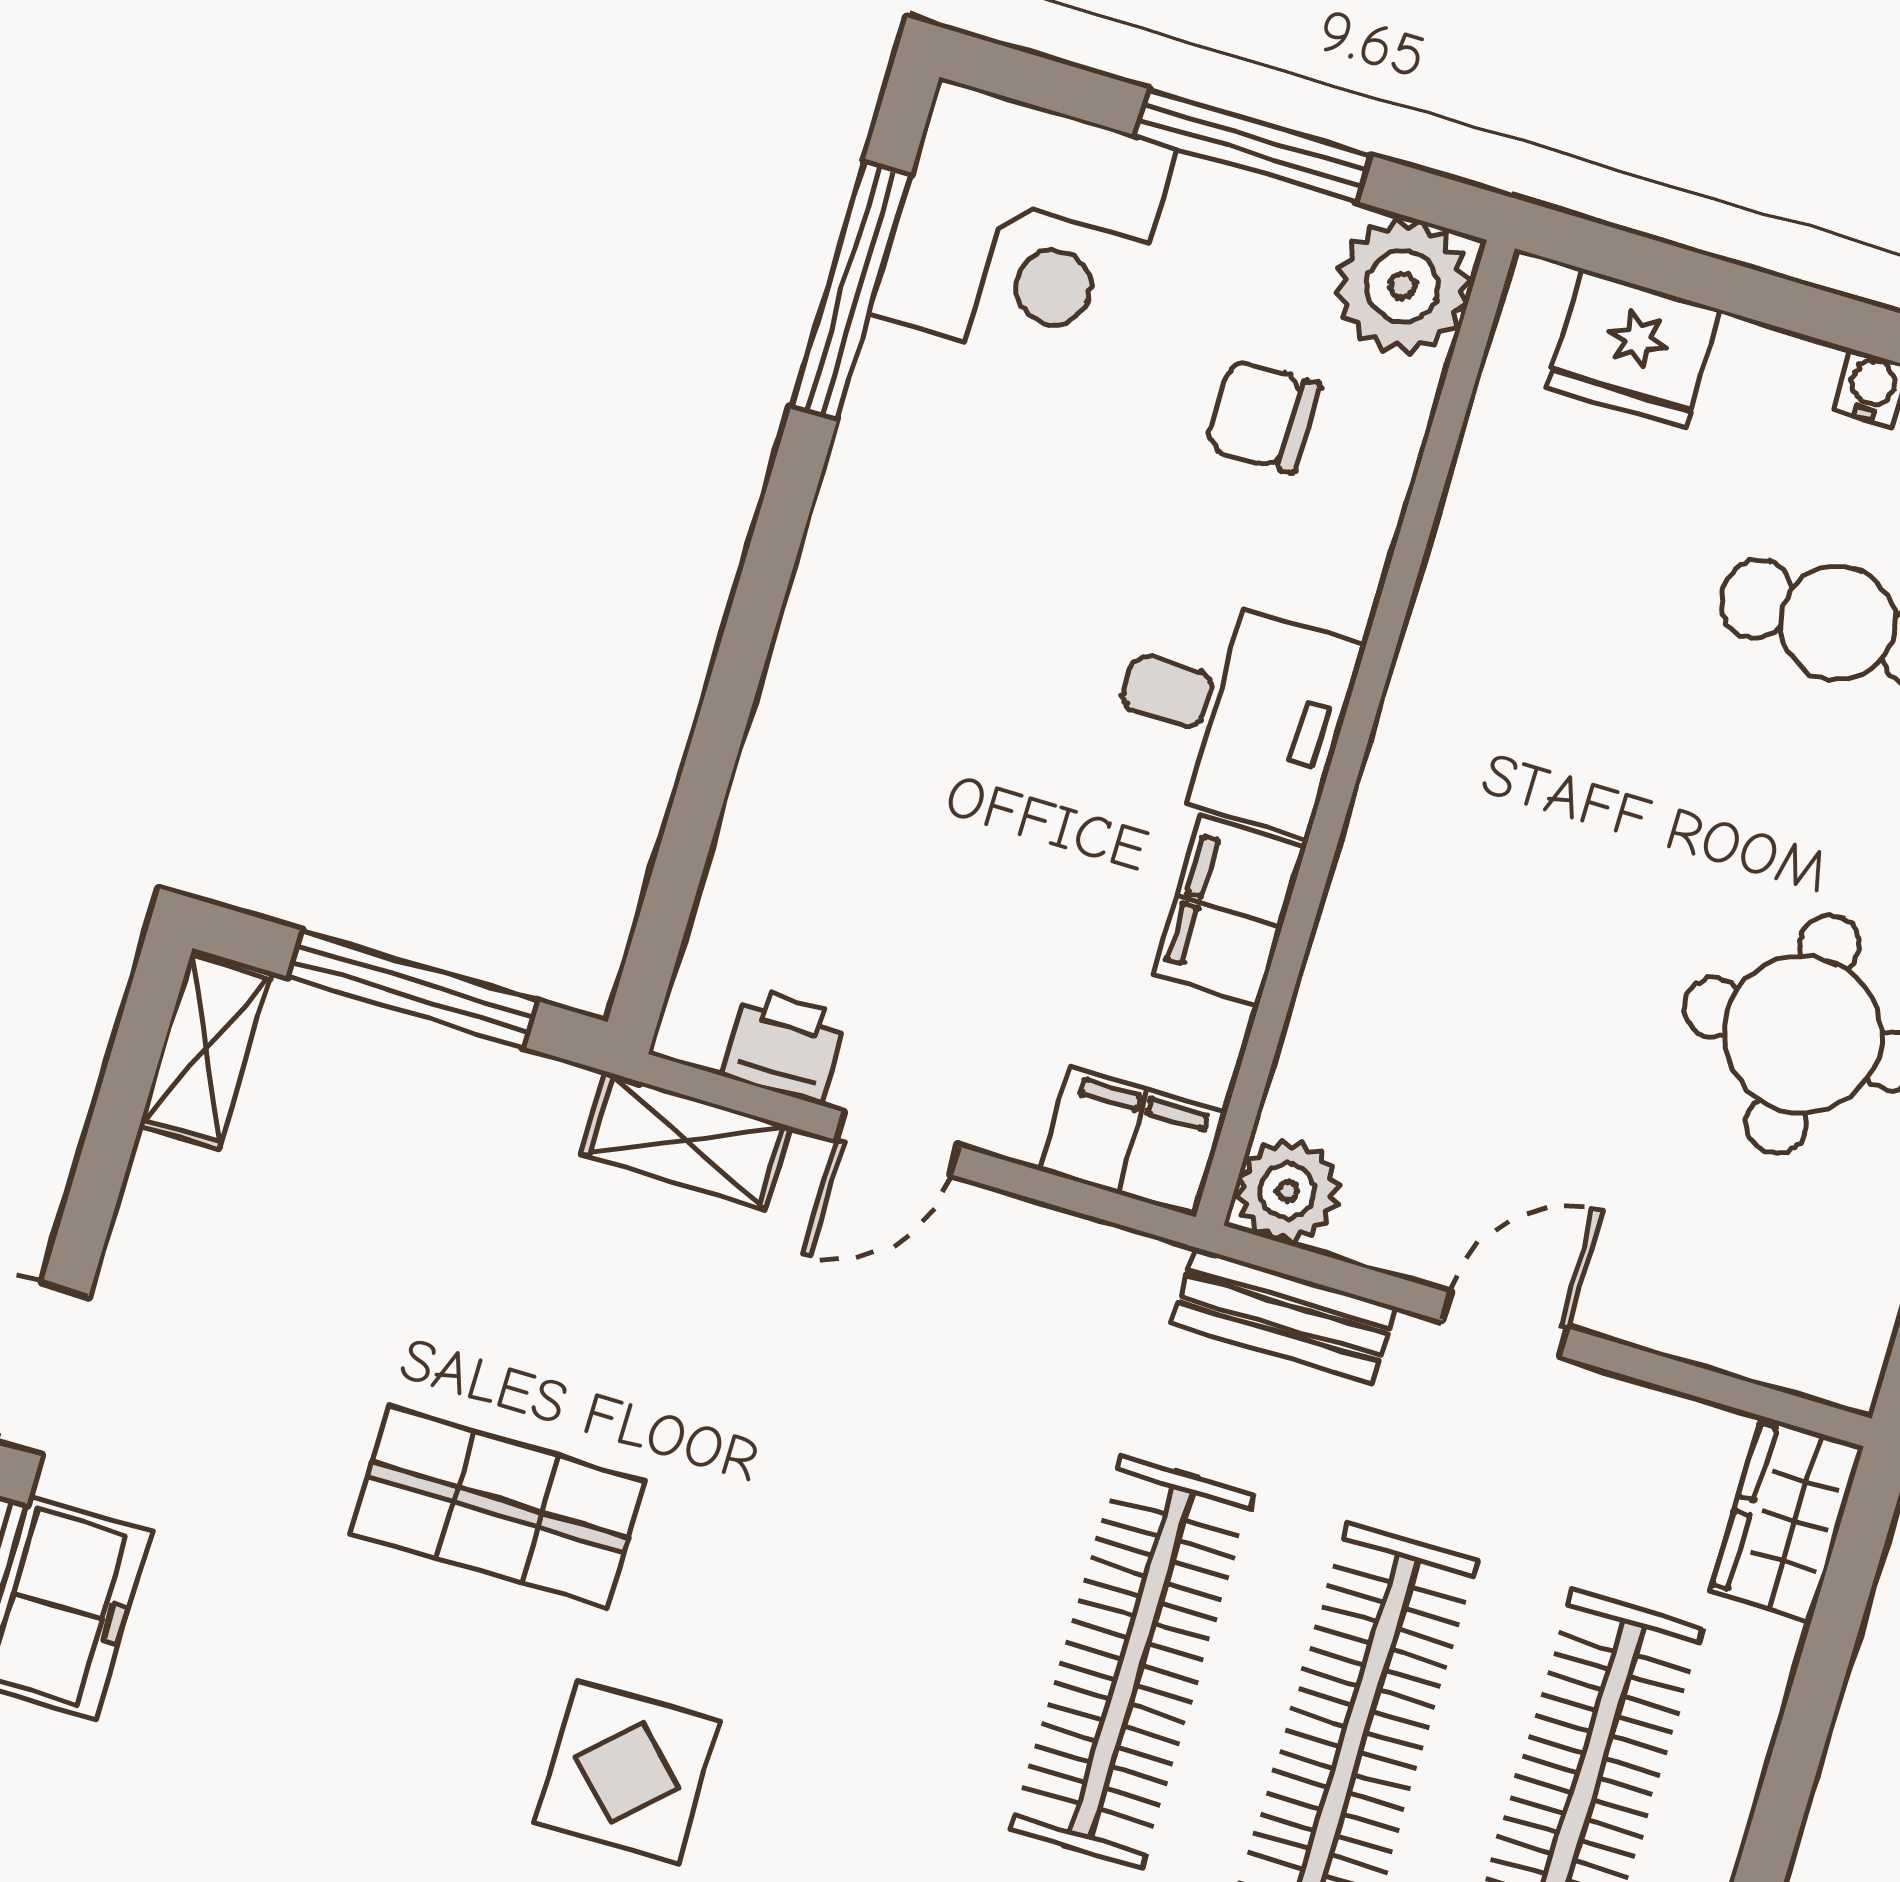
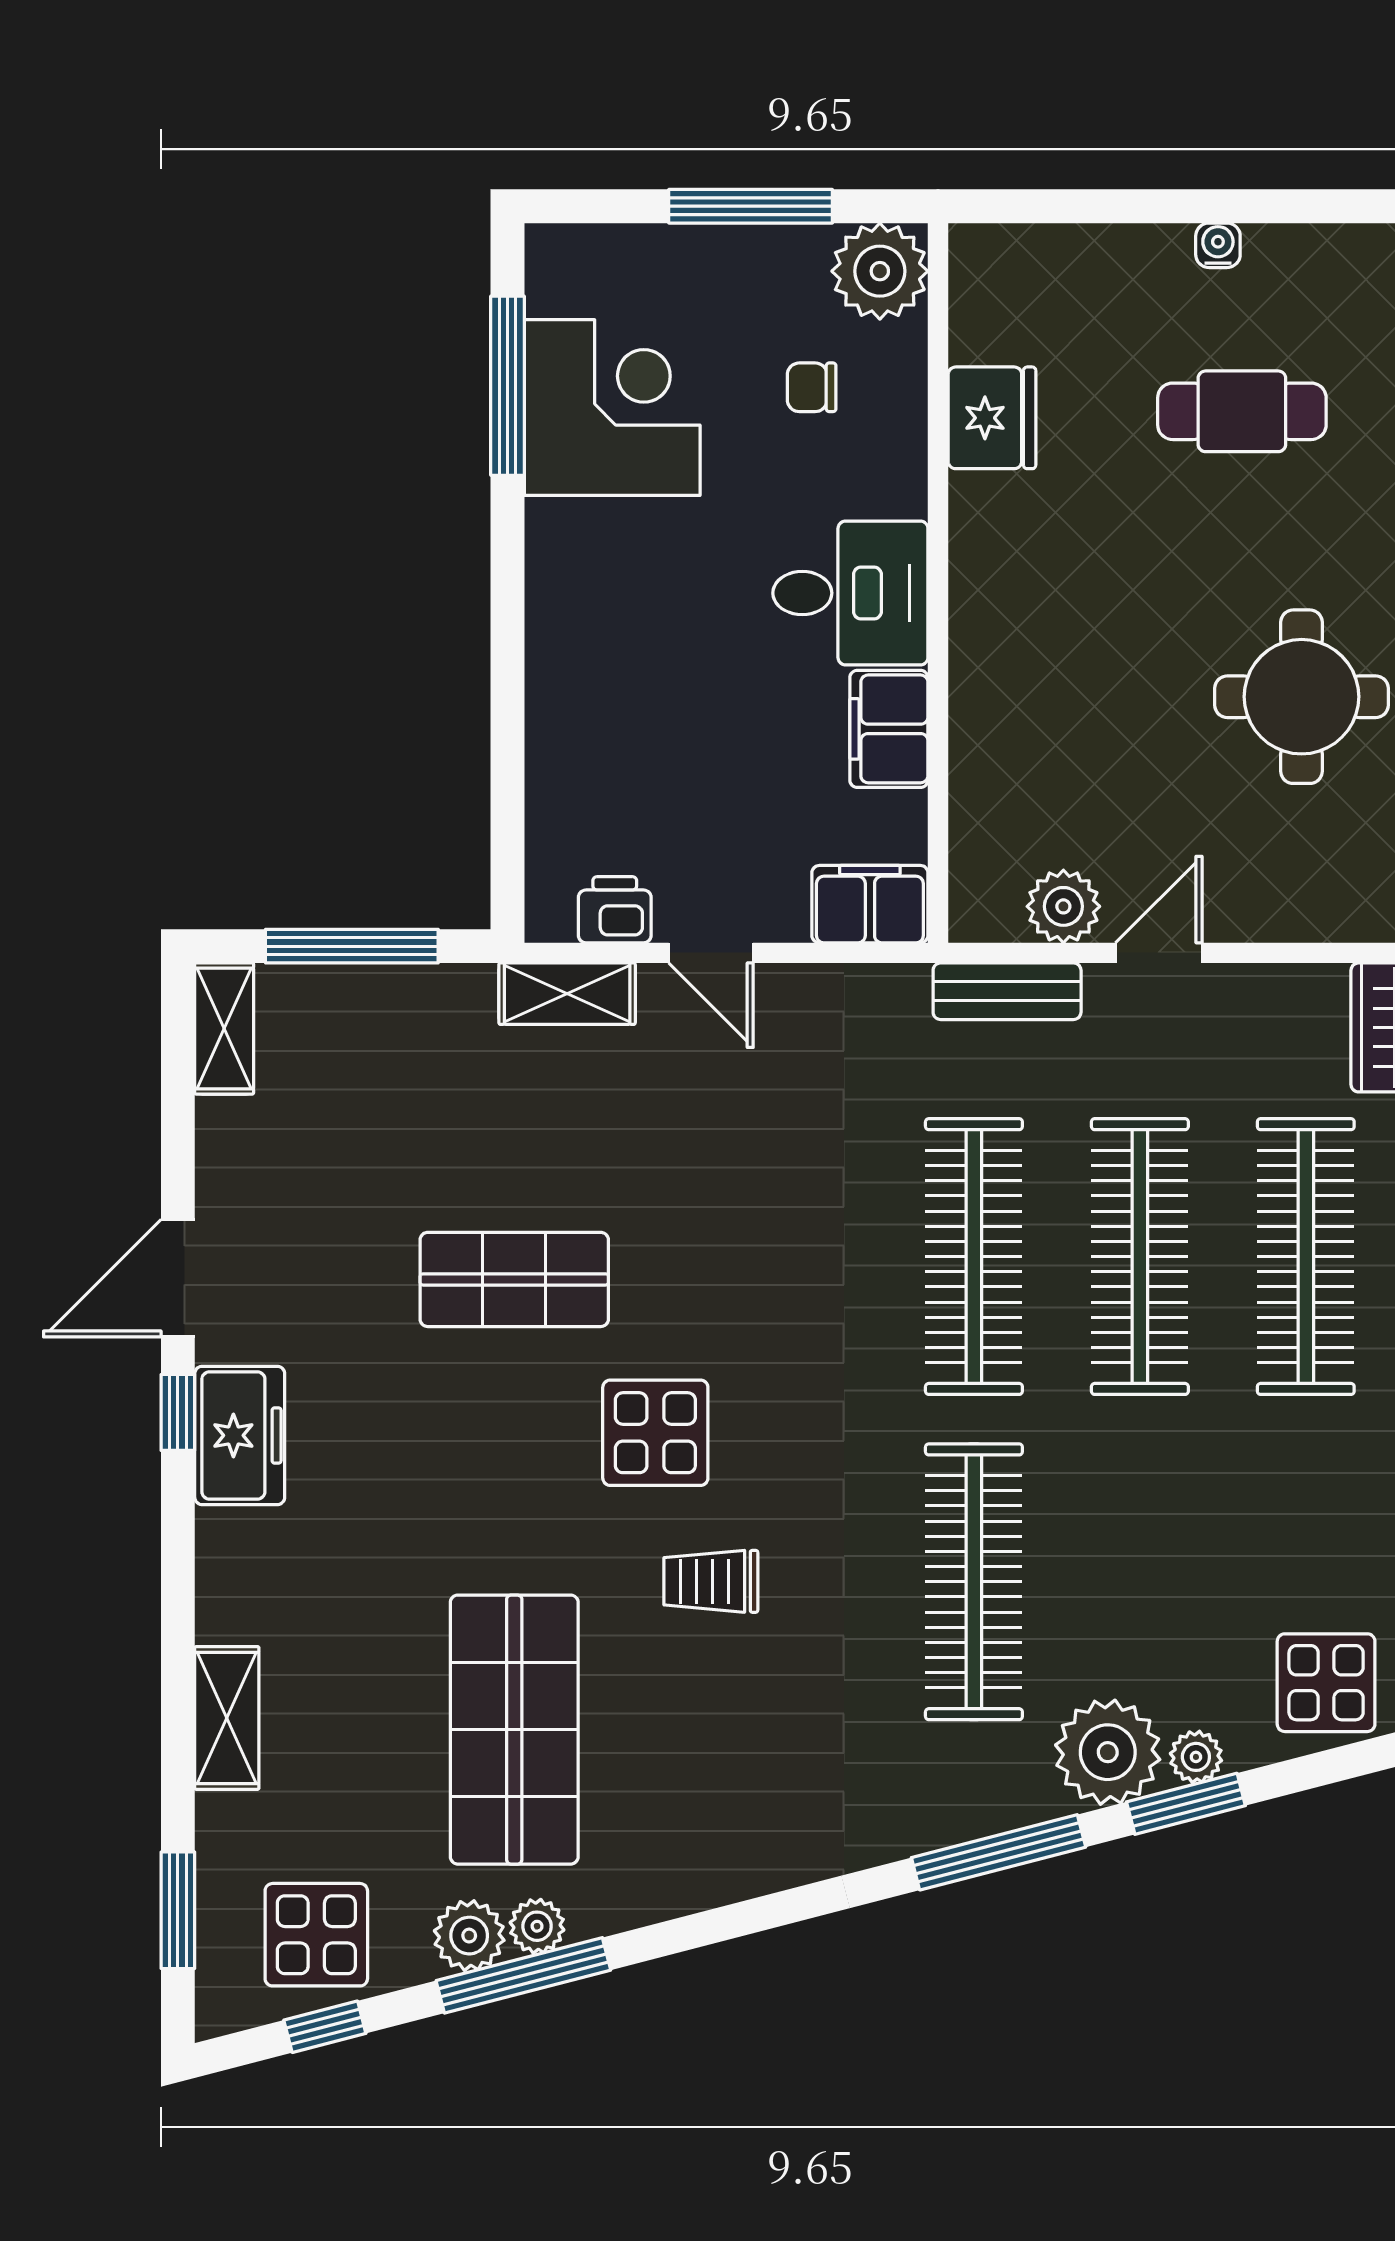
corner desk: (1023, 232) -> (612, 408), moved, turned -90
fridge: (1634, 349) -> (992, 418), moved, turned -90
chair: (1263, 416) -> (812, 387), width x0.73, depth x0.73
door: (897, 1143) -> (711, 953), hinge flipped
plant: (1288, 1191) -> (1063, 906), moved

